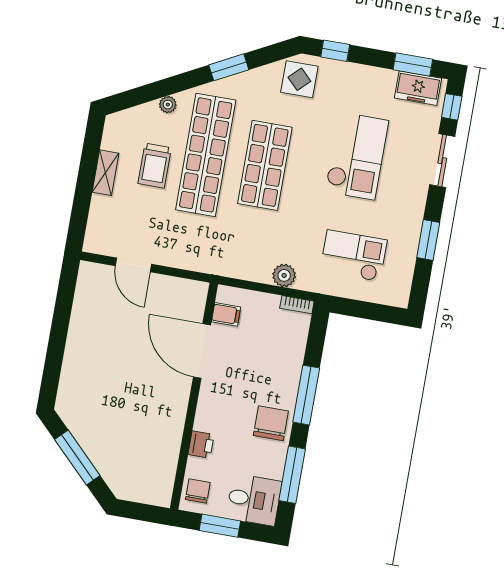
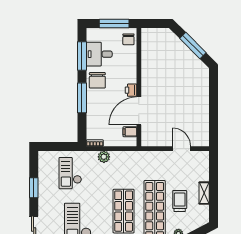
checkout: (354, 256) -> (70, 173), turned 90
door: (202, 351) -> (139, 111), swing flipped
printer: (201, 444) -> (131, 90), moved
desk: (254, 500) -> (99, 54), moved
window: (220, 526) -> (114, 24), width x1.44

